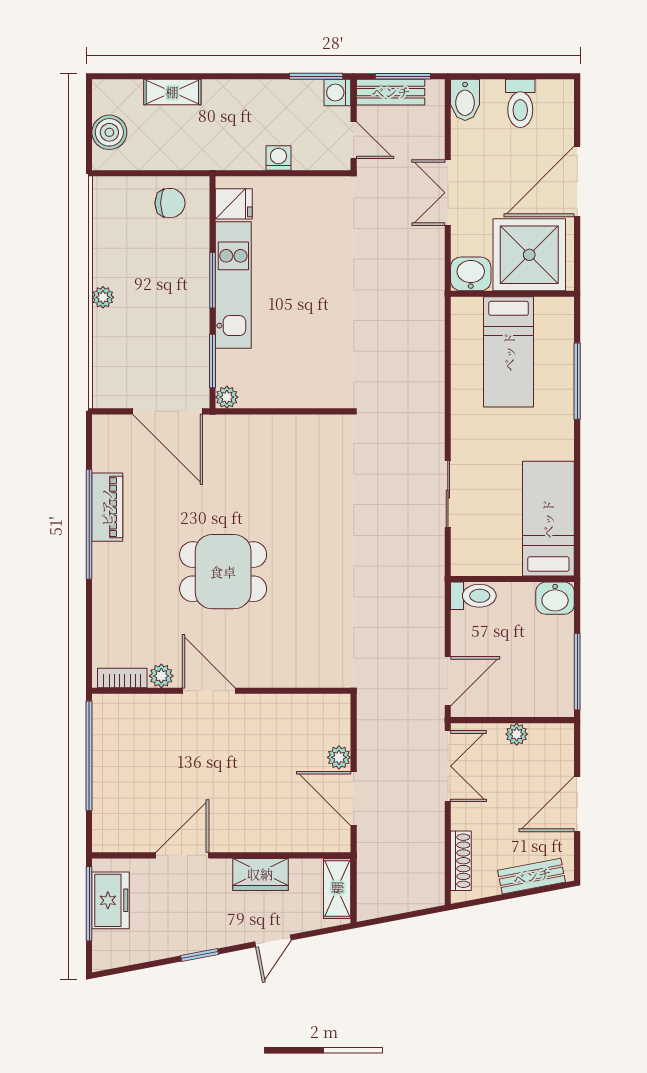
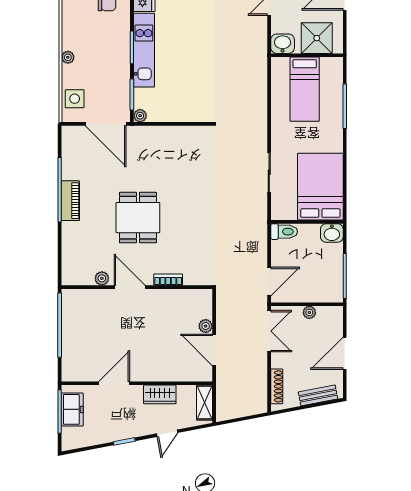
shower: (529, 255) -> (317, 38), width x0.73, depth x0.73
side table: (115, 368) -> (75, 99), added
piano: (107, 507) -> (70, 201), moved
bed: (548, 519) -> (320, 187), width x1.50
dining table: (223, 572) -> (138, 218), turned 90
bookcase: (122, 678) -> (168, 280), moved

